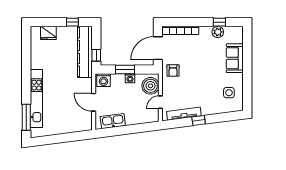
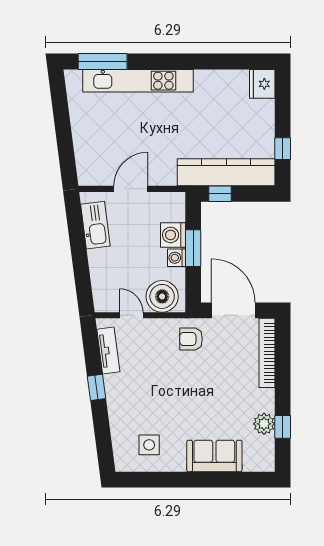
fridge: (48, 33) -> (262, 84), moved
washing machine: (103, 80) -> (173, 235), moved
tv unit: (184, 114) -> (108, 350), width x0.71

